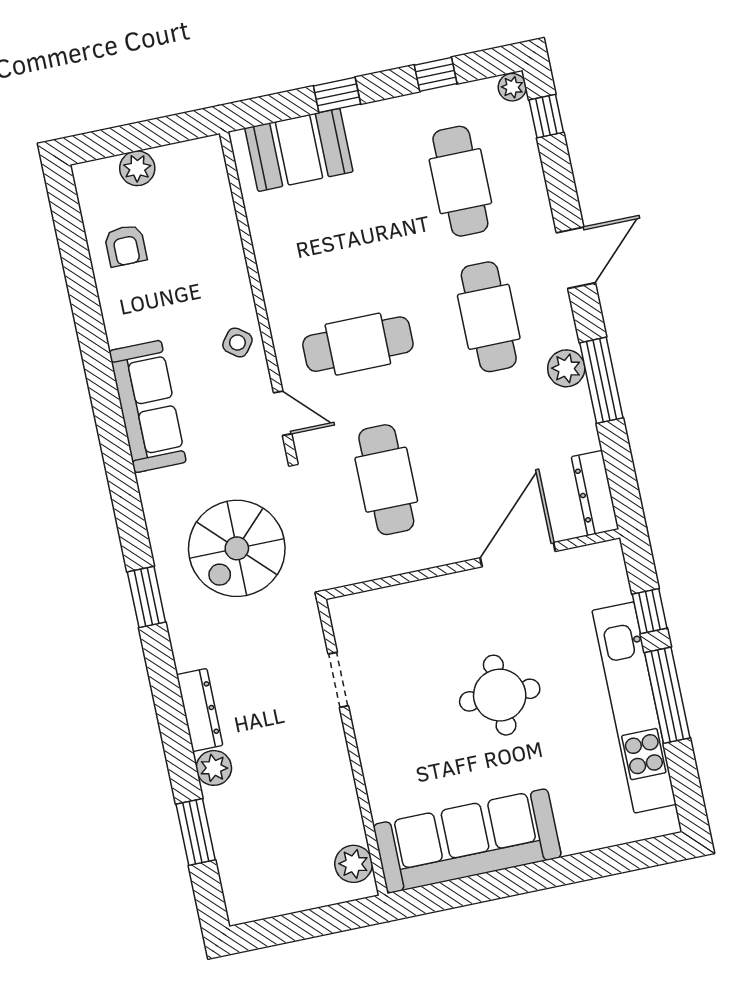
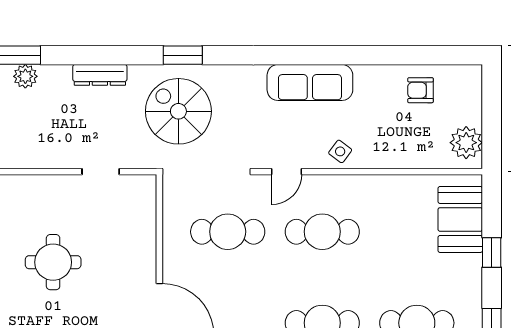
plant: (137, 168) -> (466, 143), moved, width x1.36, depth x1.36
cafe table: (358, 344) -> (322, 232), turned 90
spiral stairs: (237, 548) -> (178, 111), moved
round table: (500, 695) -> (53, 262), moved
plant: (214, 768) -> (25, 76), moved

